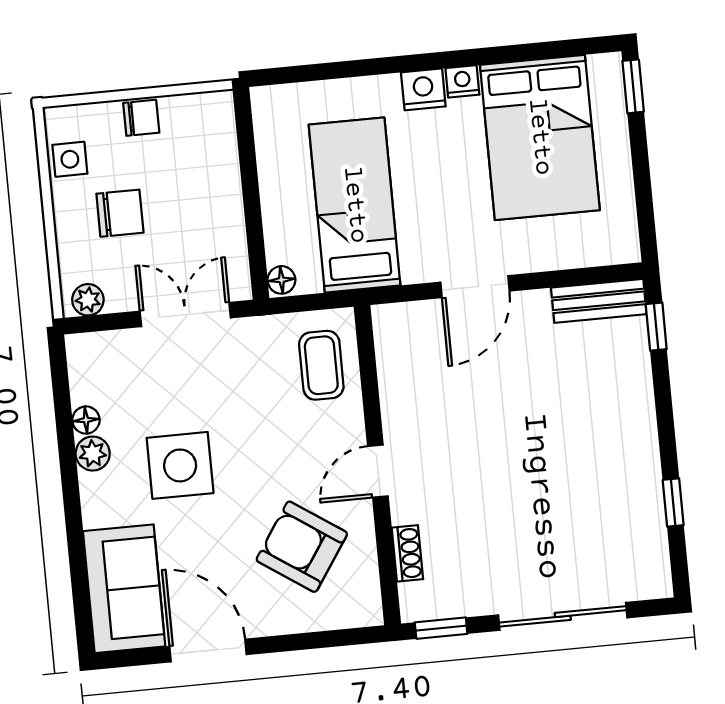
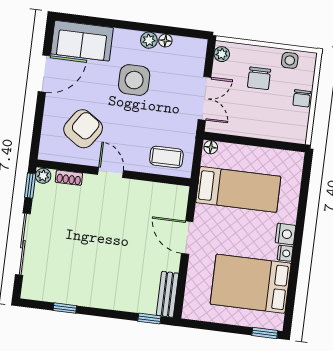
plant: (415, 606) -> (43, 176), added

